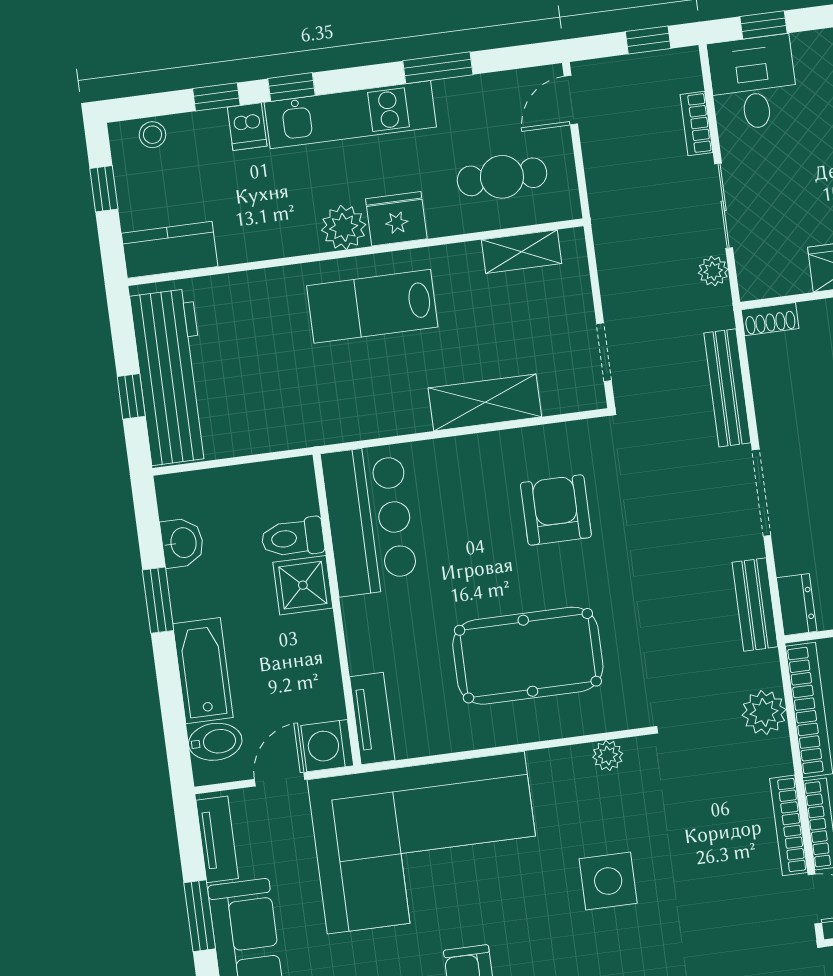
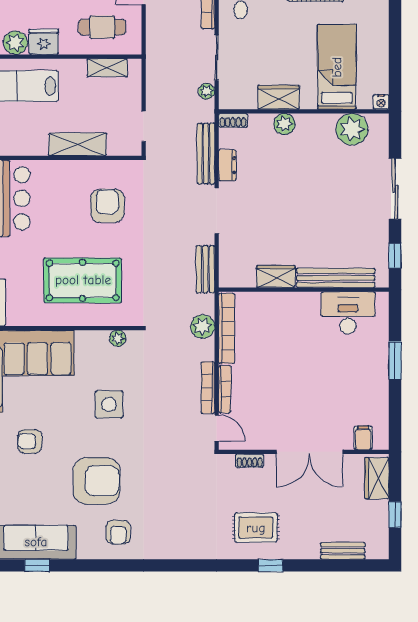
dresser: (797, 605) -> (227, 165), moved

